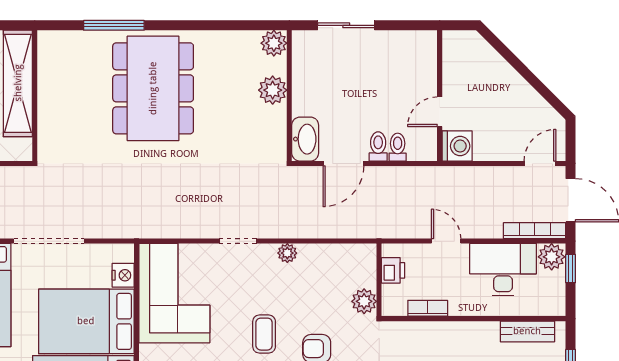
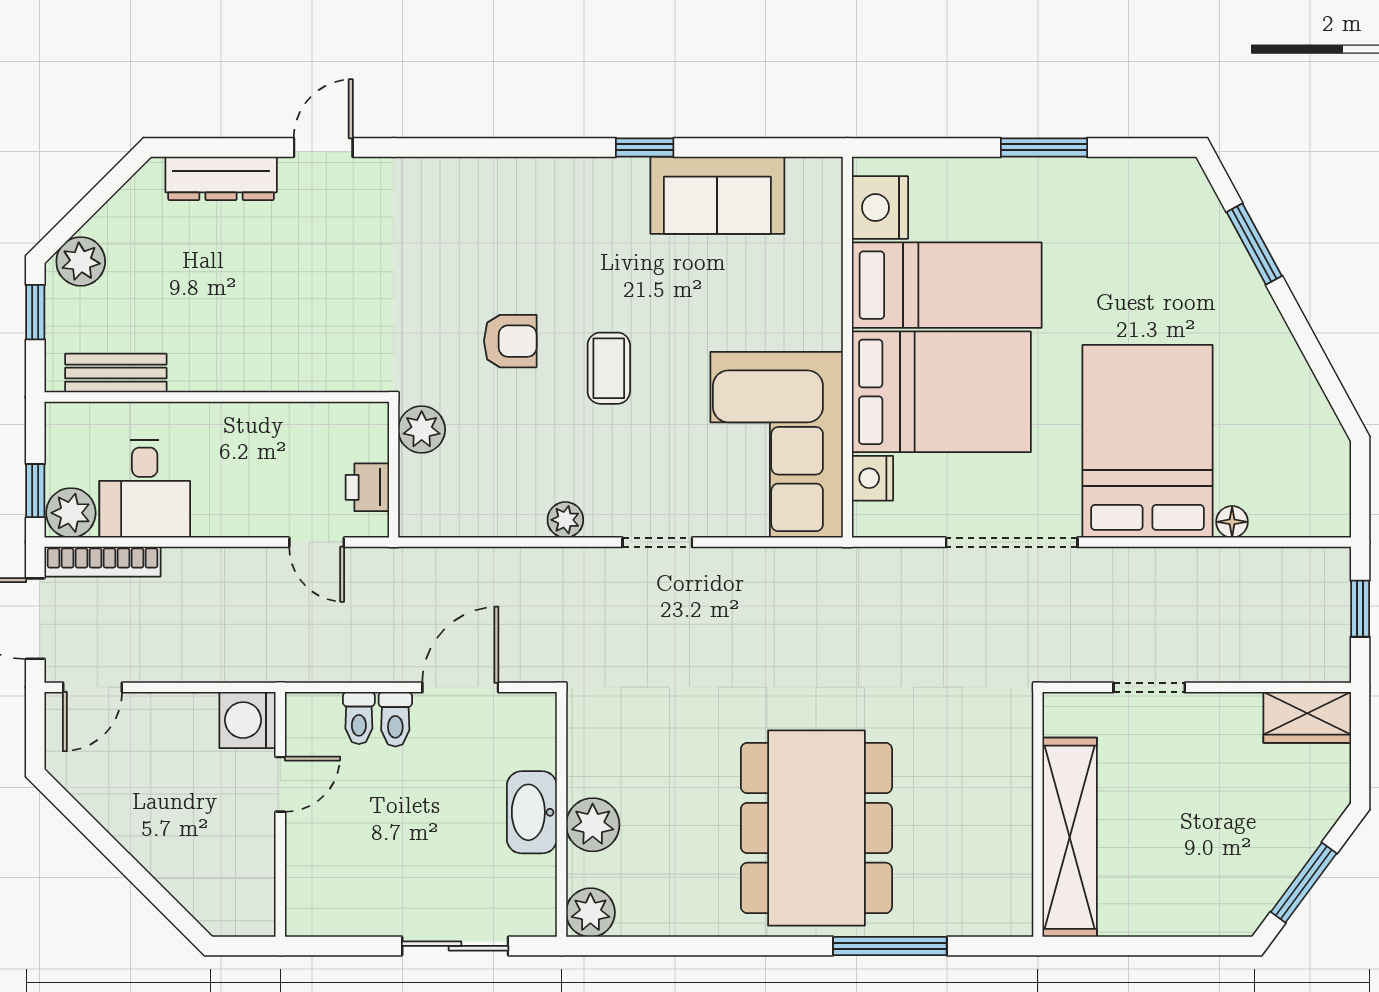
washbasin: (305, 139) -> (532, 812), moved
door: (446, 241) -> (317, 542), moved
desk: (503, 270) -> (145, 489), width x0.73
bookcase: (428, 308) -> (303, 416), removed

